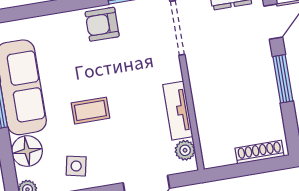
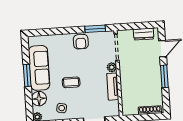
armchair: (102, 24) -> (81, 42), turned -90
plant: (185, 150) -> (112, 67), moved

